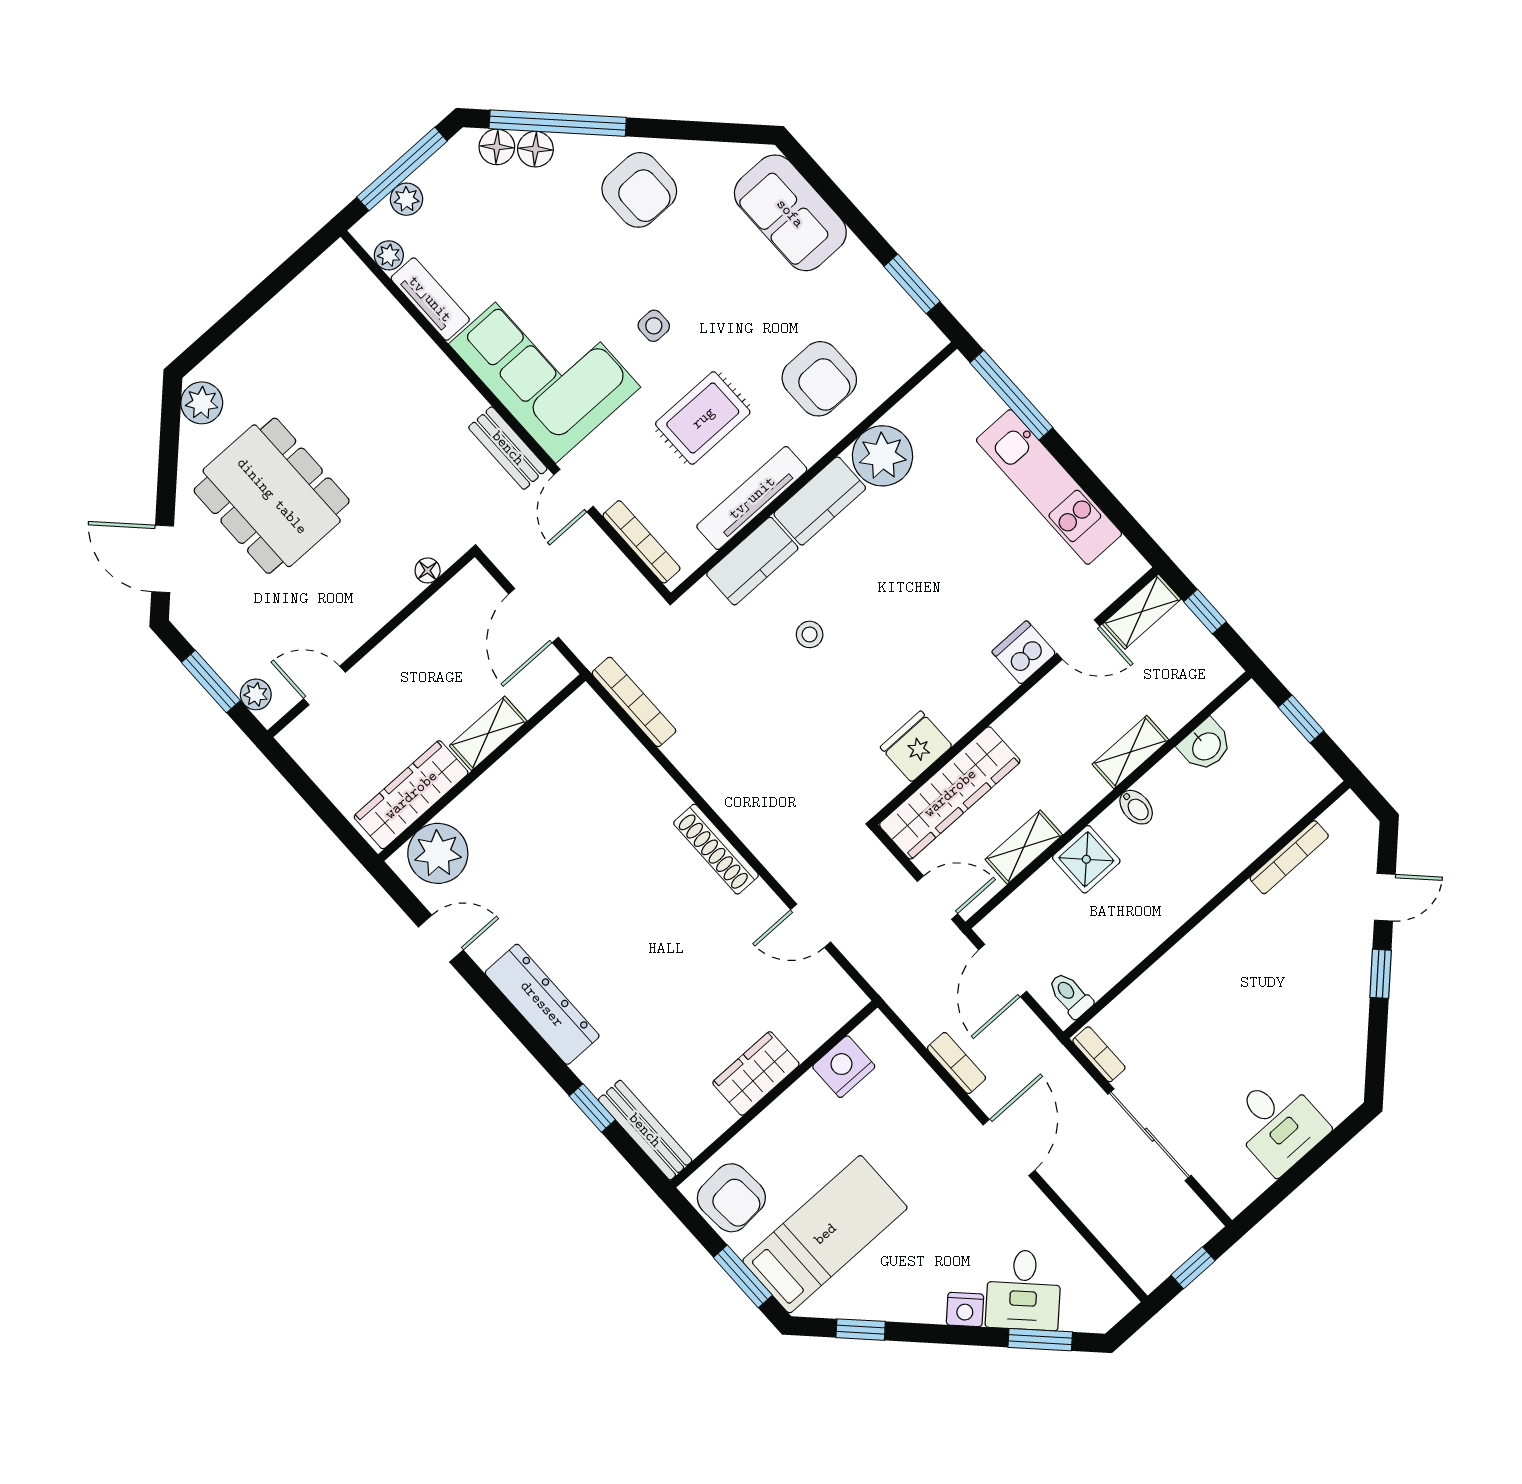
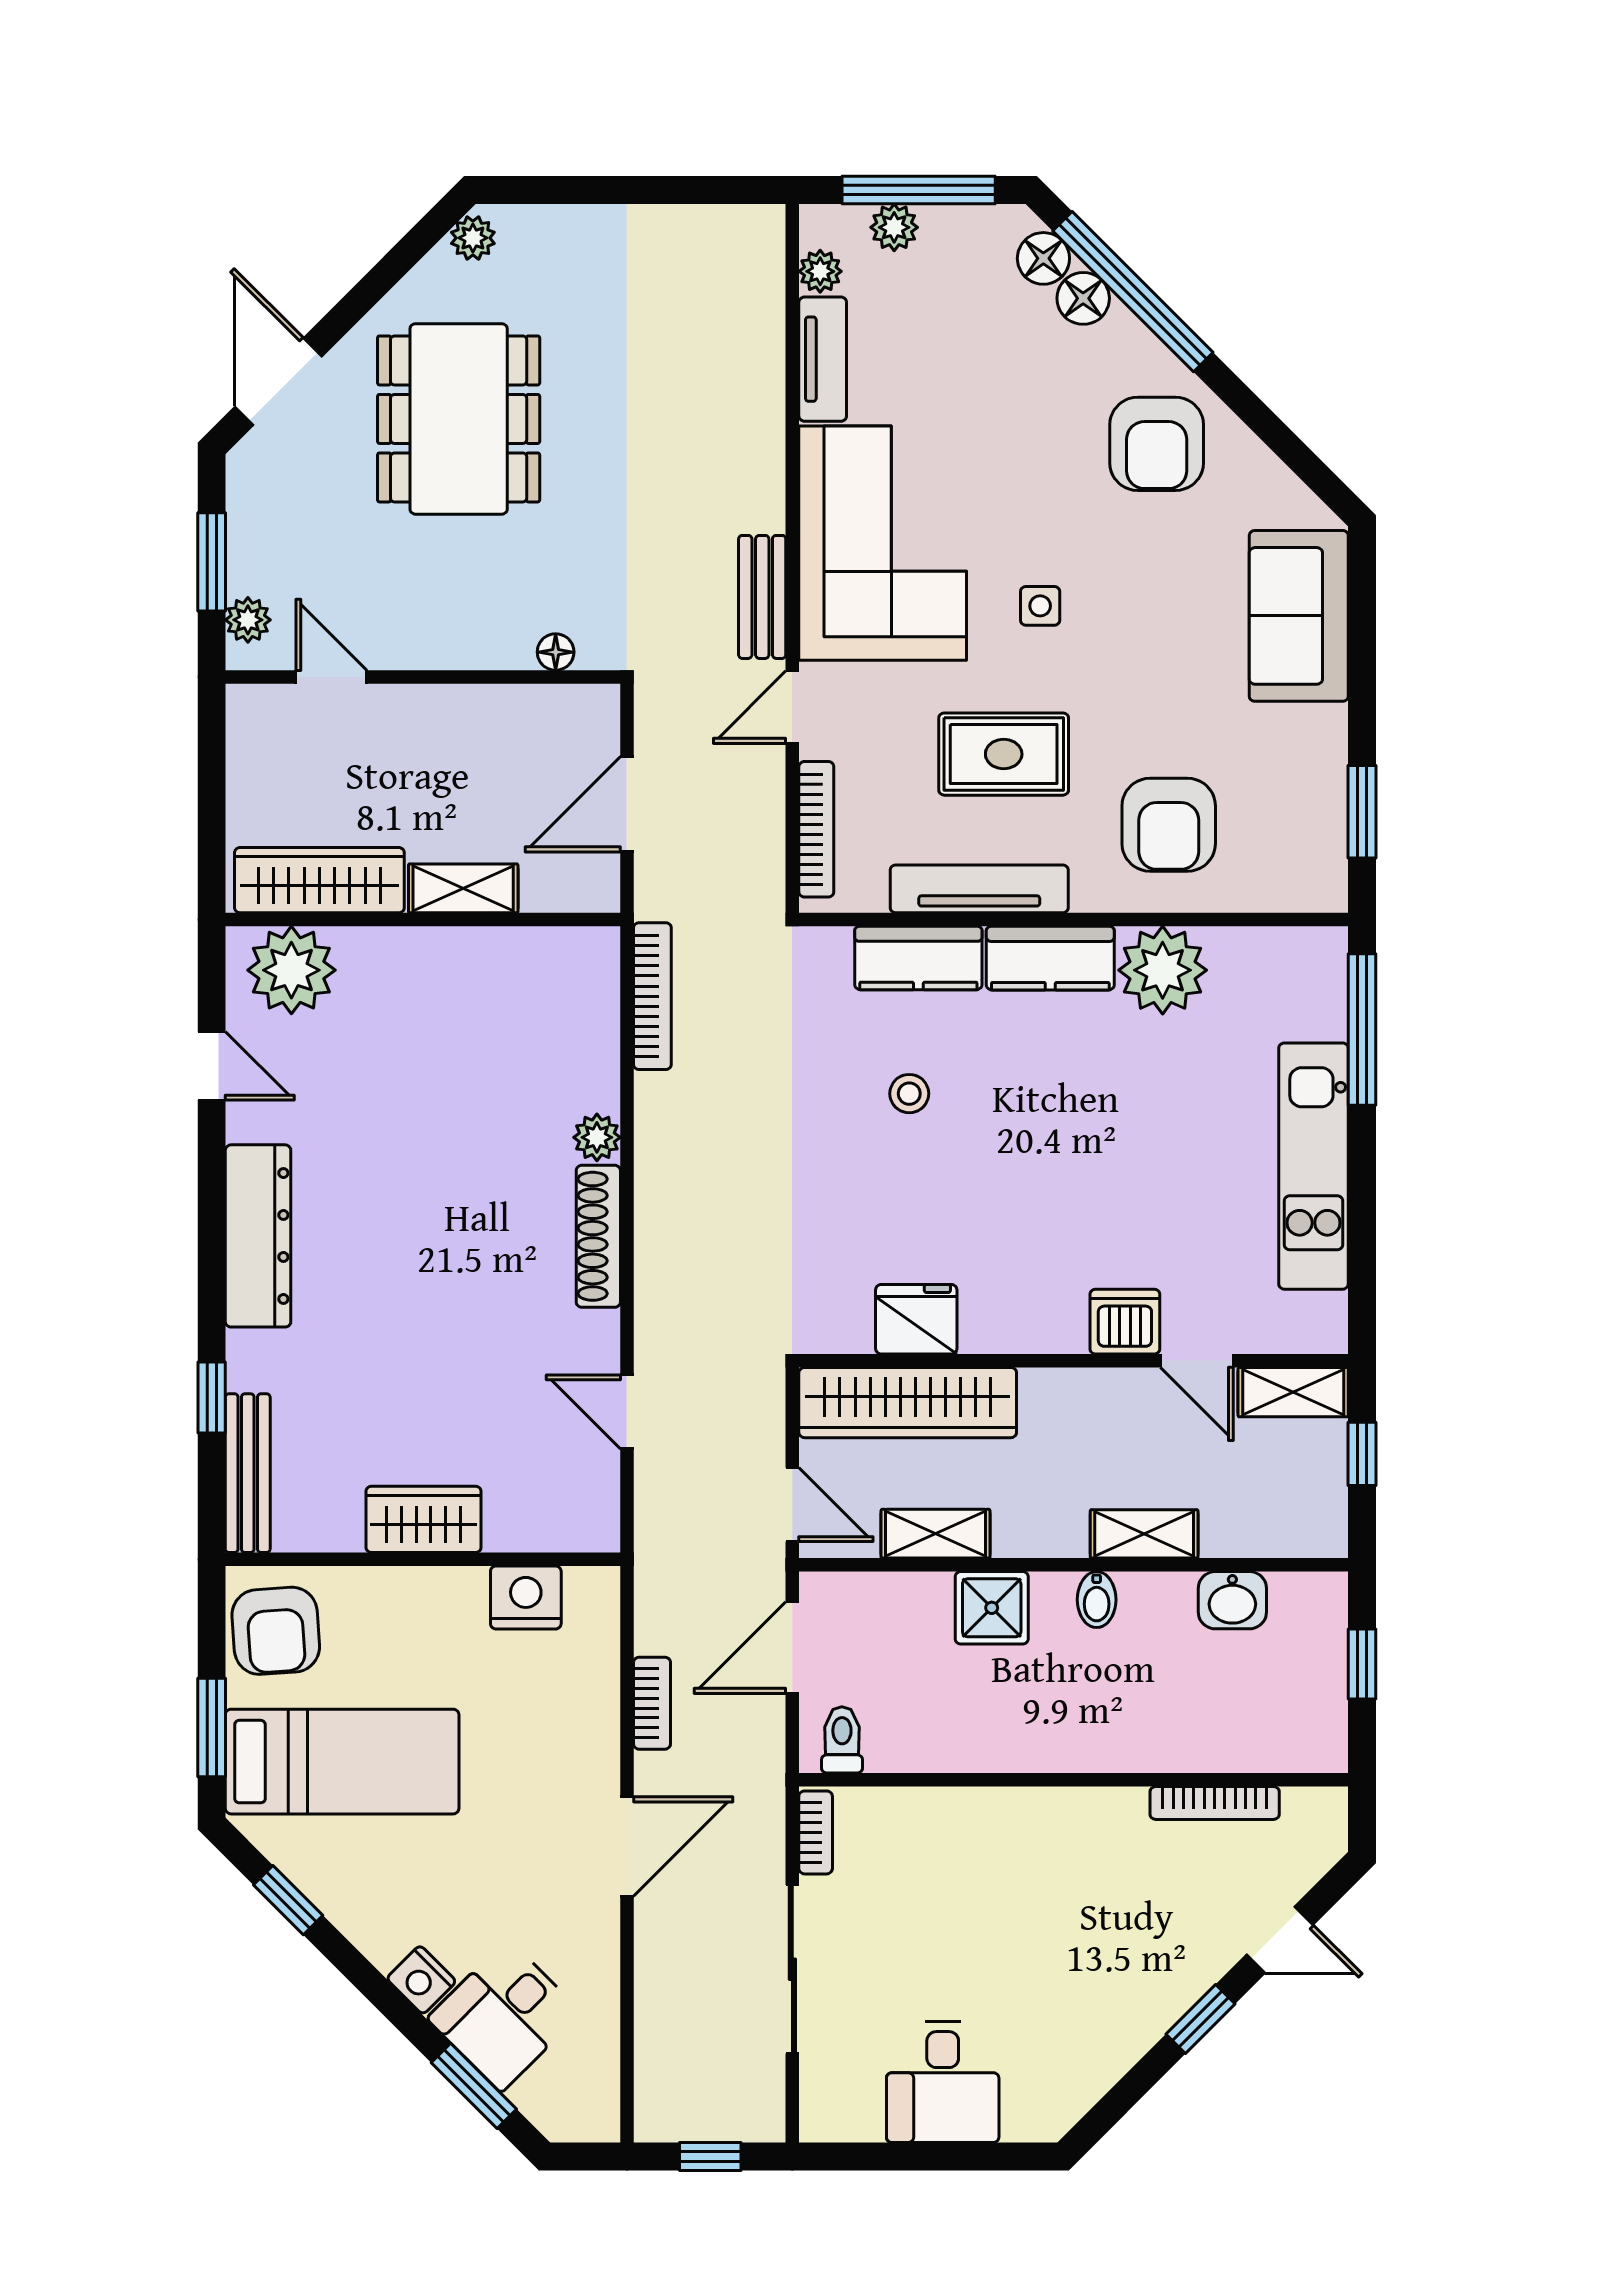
plant: (202, 403) -> (473, 238), width x0.73, depth x0.73
plant: (670, 799) -> (597, 1137), added

